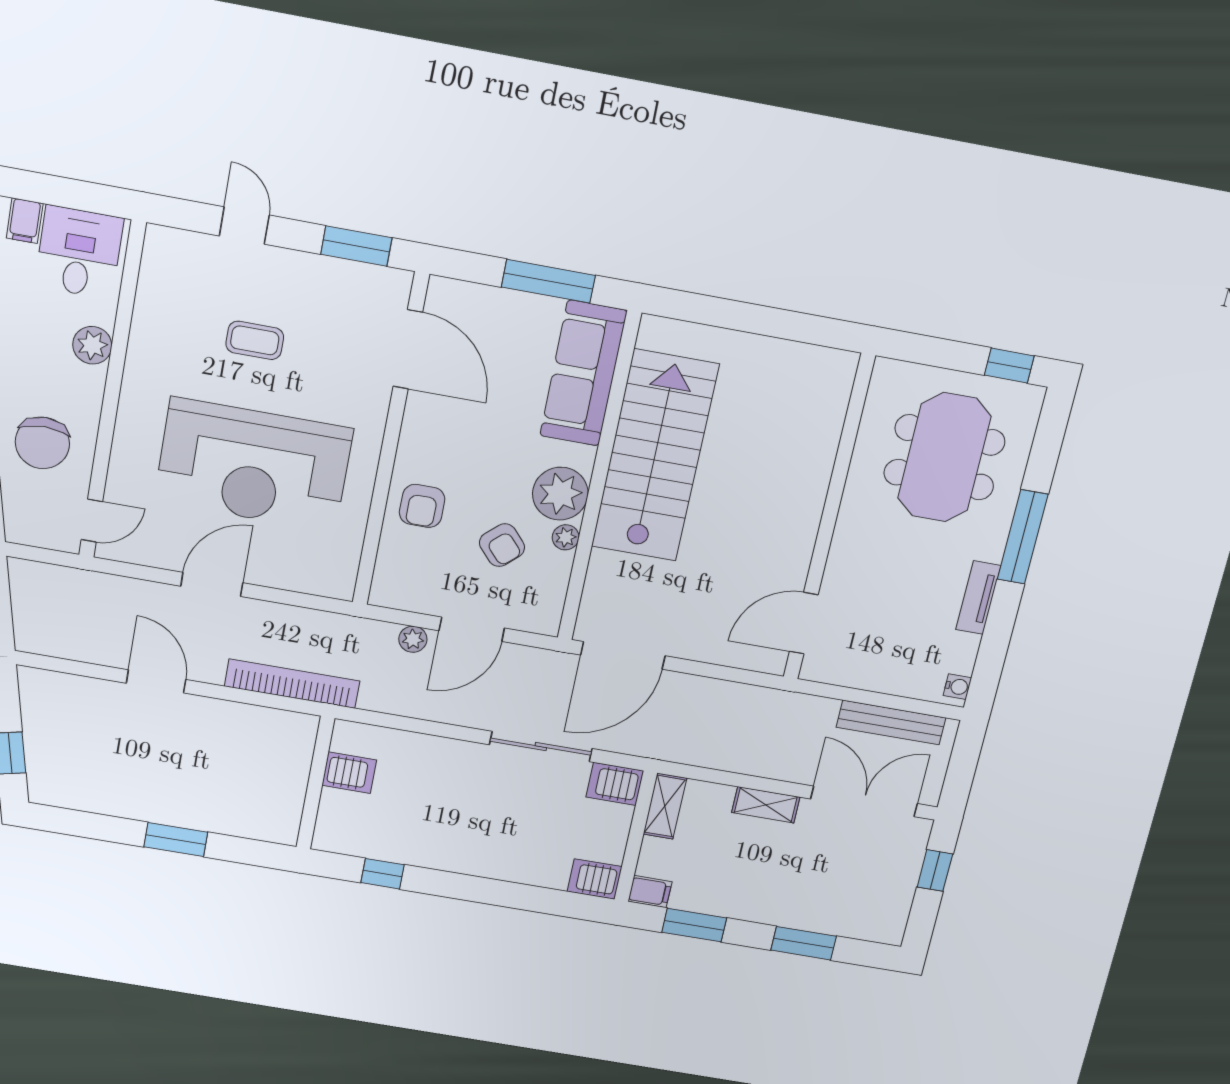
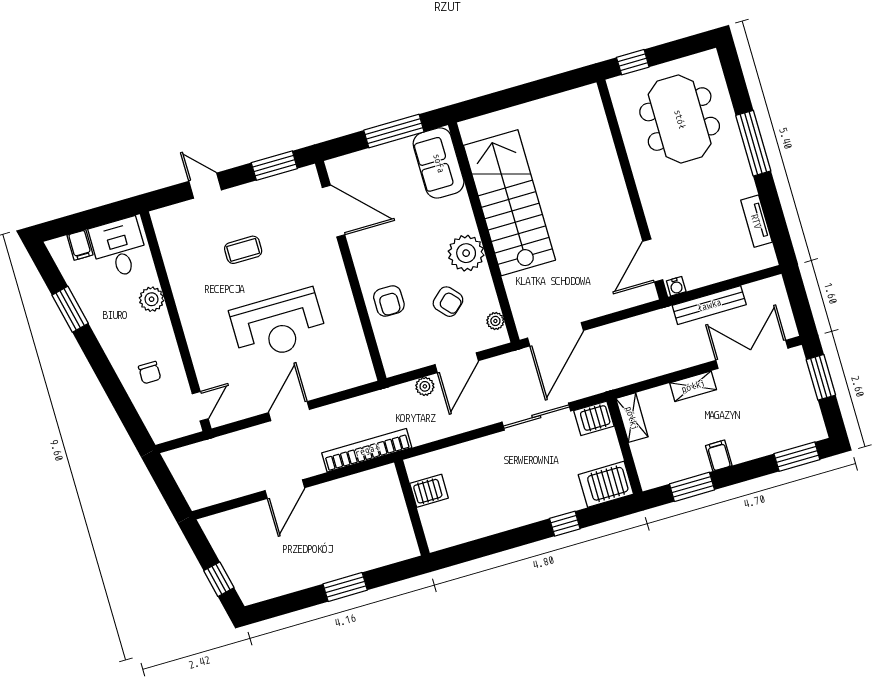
window: (1009, 366) -> (633, 62), moved
sofa: (583, 373) -> (439, 163), width x0.73
chair: (42, 443) -> (150, 373), width x0.54, depth x0.54
reception desk: (254, 465) -> (278, 325), width x0.74, depth x0.77
plant: (566, 537) -> (495, 321), moved
tv unit: (978, 598) -> (756, 221), moved
door: (156, 681) -> (285, 489), swing flipped
water cooler: (957, 687) -> (676, 286), moved, turned 90
bench: (891, 722) -> (709, 305), moved
window: (935, 870) -> (821, 377), width x1.50
window: (383, 874) -> (565, 524), moved
server rack: (595, 879) -> (606, 484), width x1.36, depth x1.44
filing cabinet: (650, 892) -> (719, 456), moved, turned -90
window: (804, 943) -> (797, 457), moved

